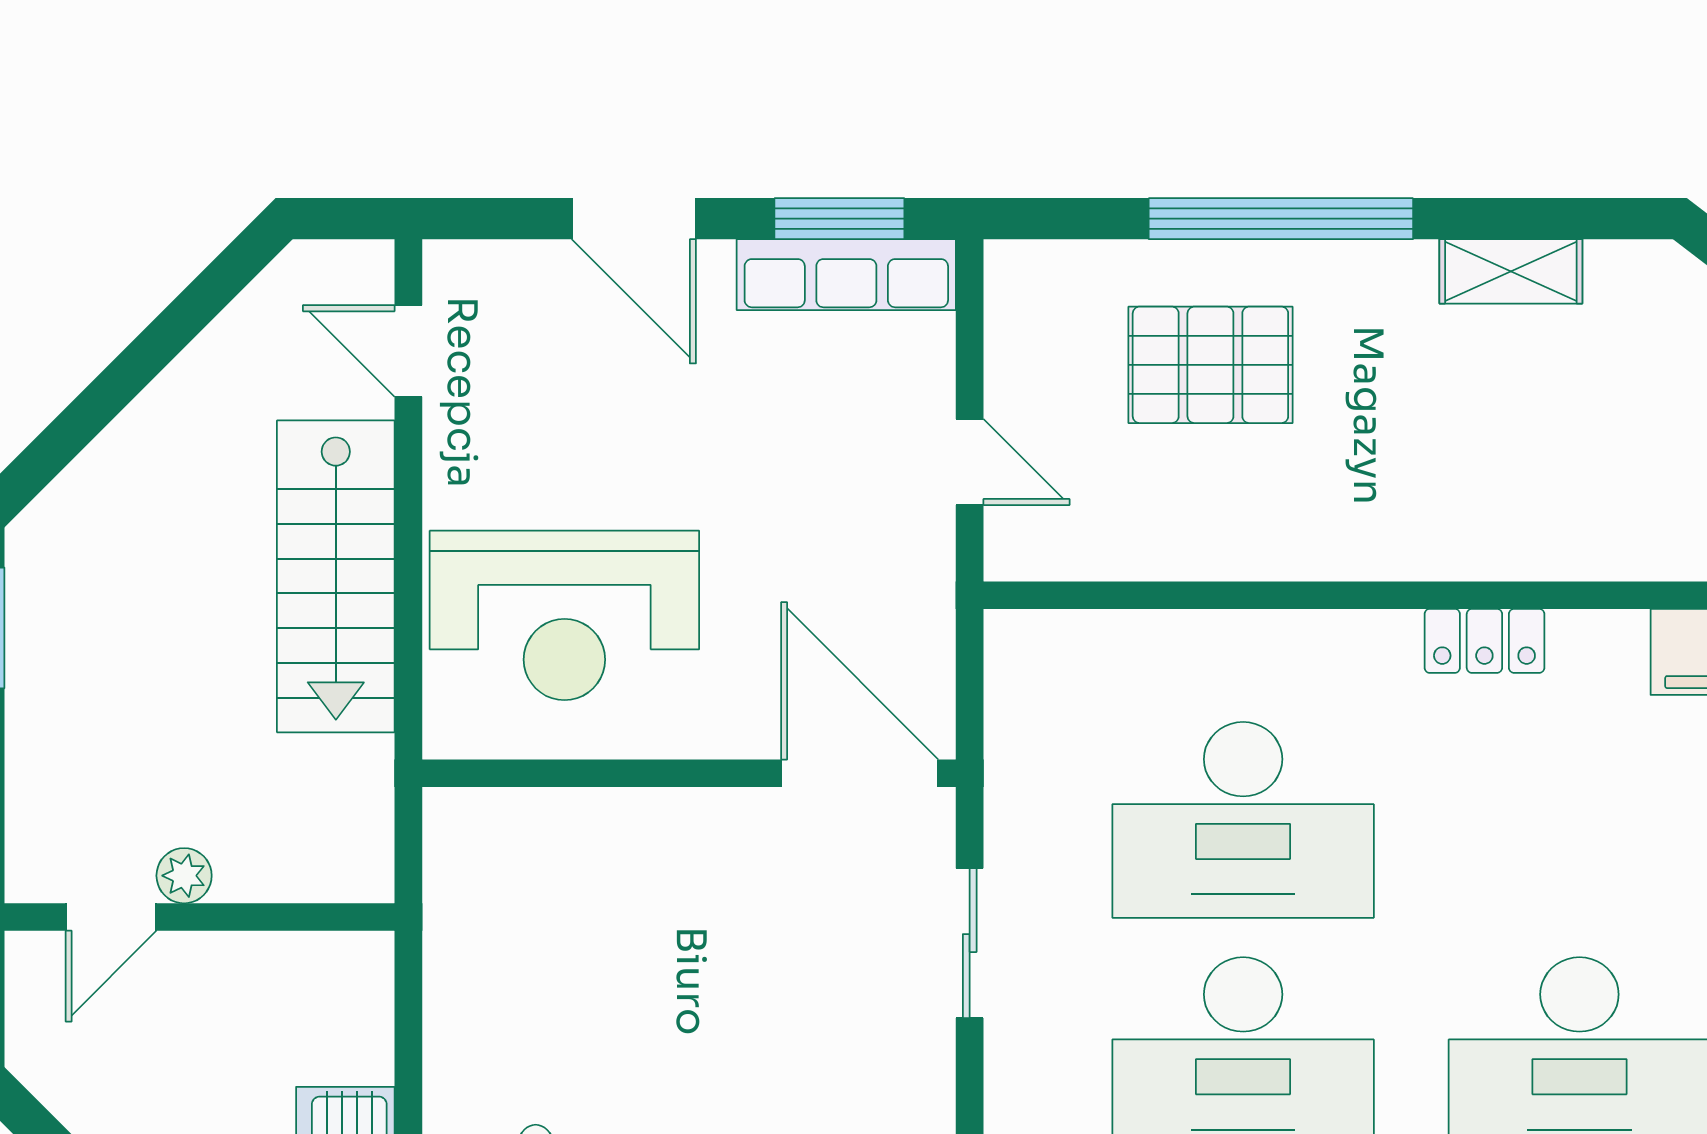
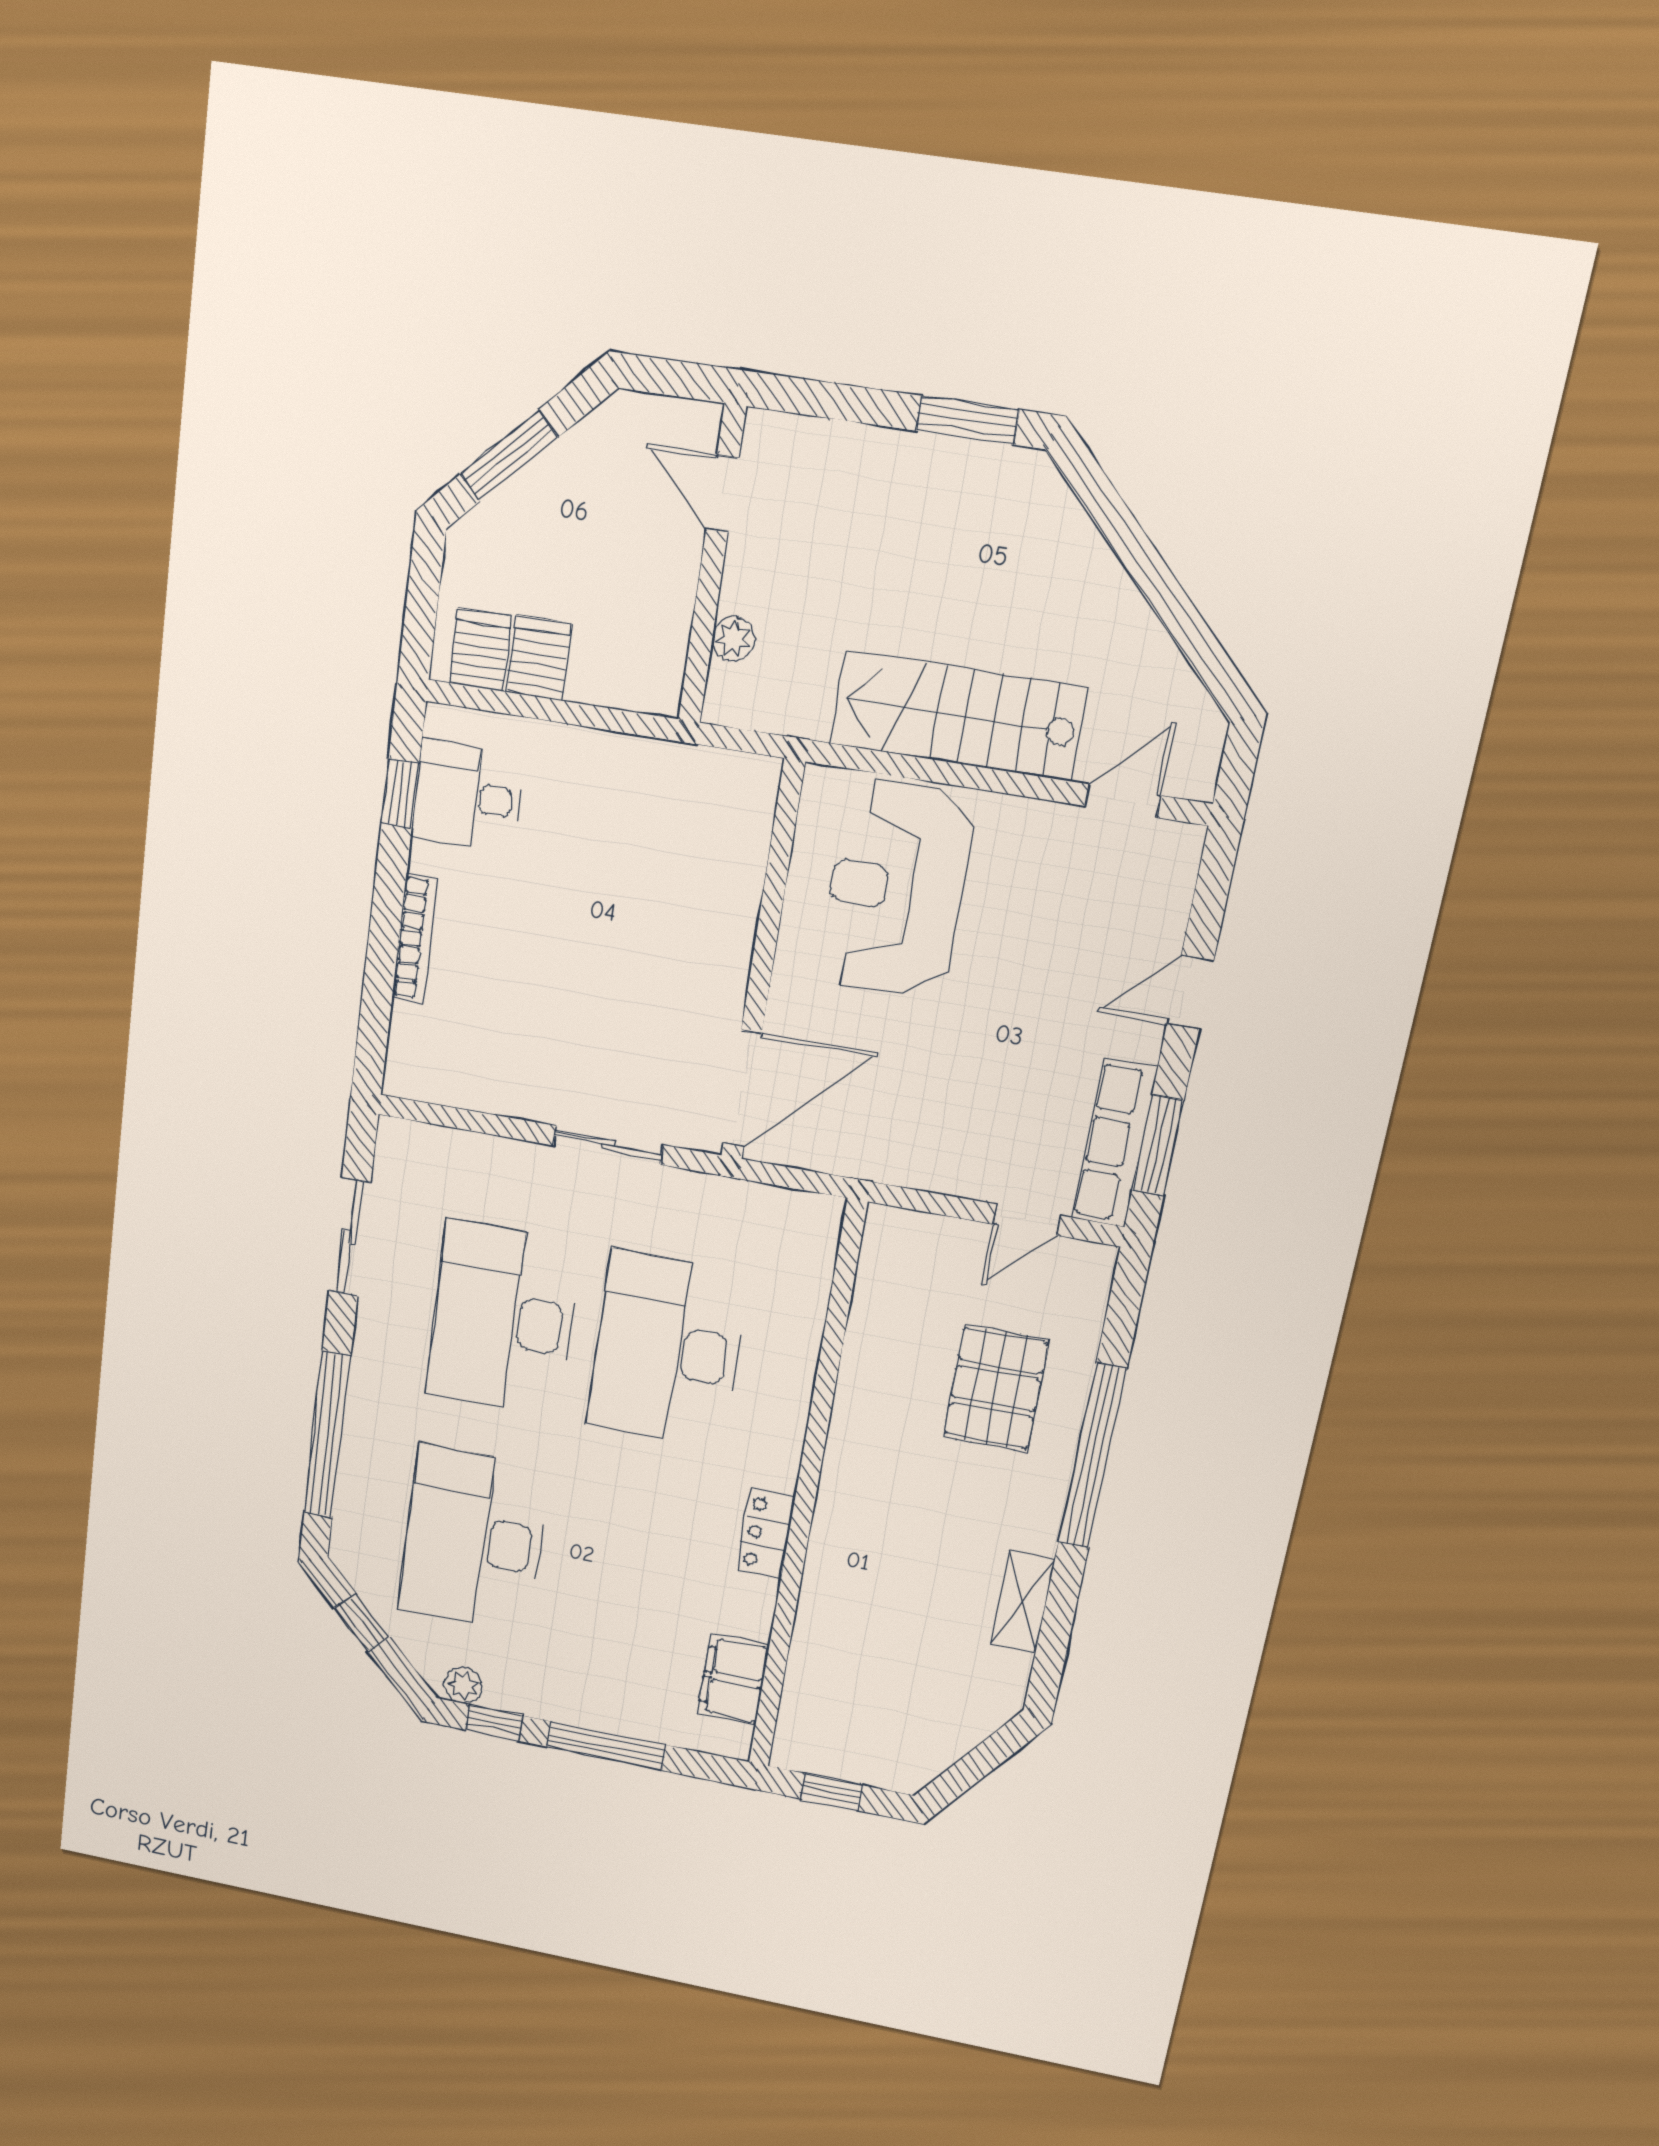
door: (634, 219) -> (1190, 992), width x0.73
door: (970, 462) -> (1027, 1220), moved
plant: (184, 876) -> (733, 639), moved

